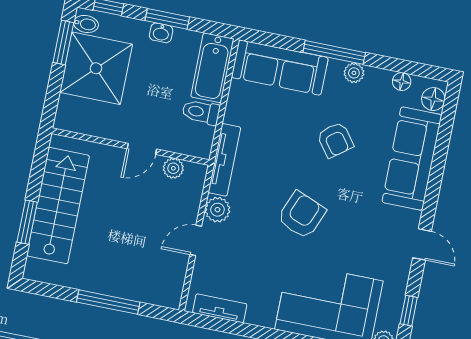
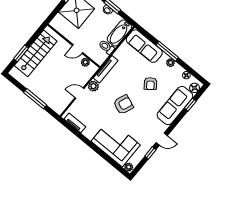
window: (443, 139) -> (190, 105), added
door: (422, 244) -> (162, 139), hinge flipped
window: (409, 311) -> (150, 153), moved

